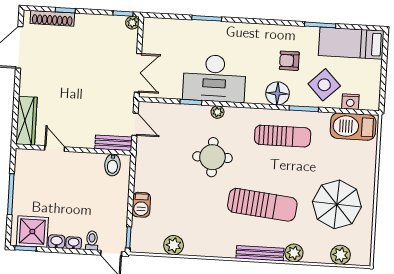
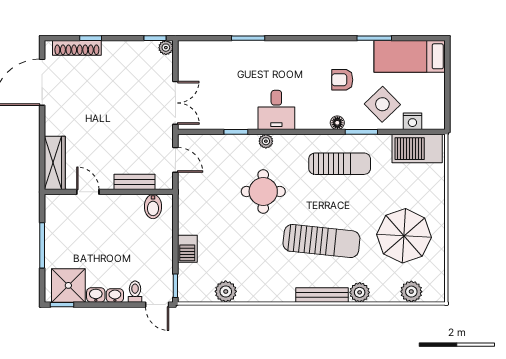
desk: (214, 78) -> (276, 110), width x0.53, depth x0.77
floor lamp: (277, 93) -> (337, 123), width x0.53, depth x0.53
bench: (114, 143) -> (134, 182), moved

